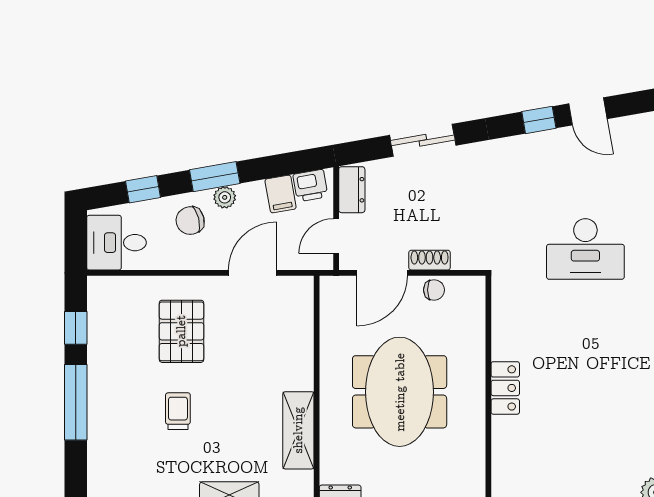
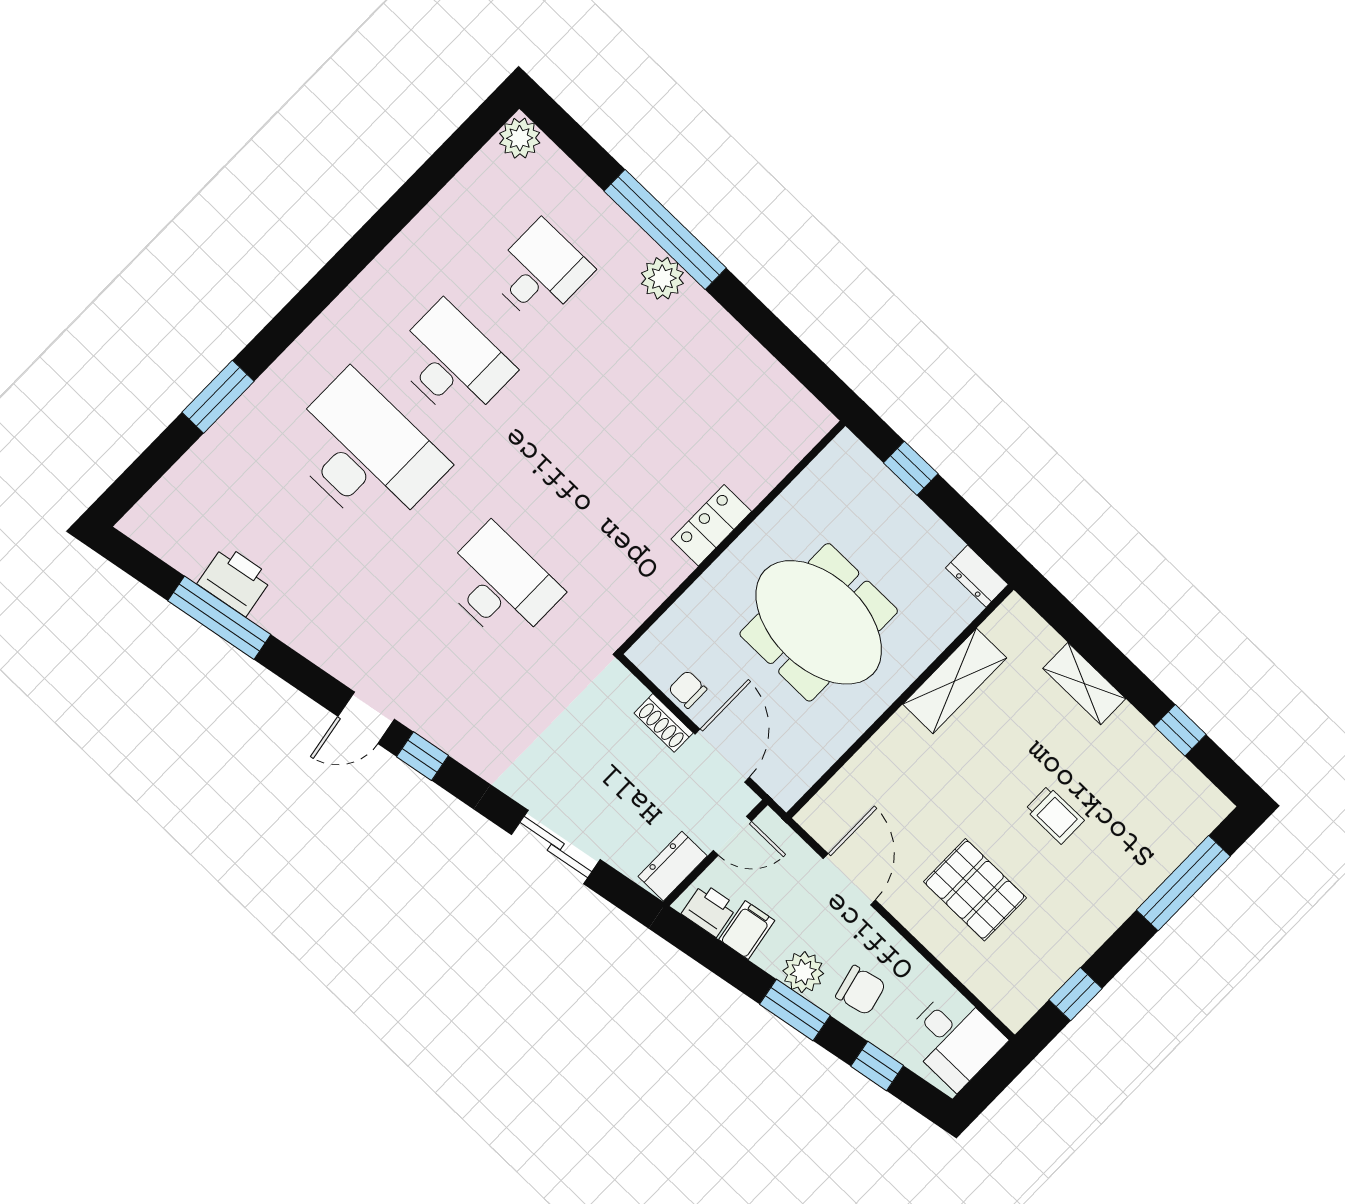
door: (588, 111) -> (366, 718), swing flipped
plant: (225, 197) -> (803, 972), width x1.38, depth x1.38
door: (253, 273) -> (849, 879), swing flipped
door: (382, 273) -> (722, 756), hinge flipped
pallet: (181, 331) -> (975, 890), turned 90
meeting table: (400, 392) -> (819, 622), turned 90
window: (76, 402) -> (1183, 883), moved
trolley: (178, 411) -> (1055, 815), turned -90

